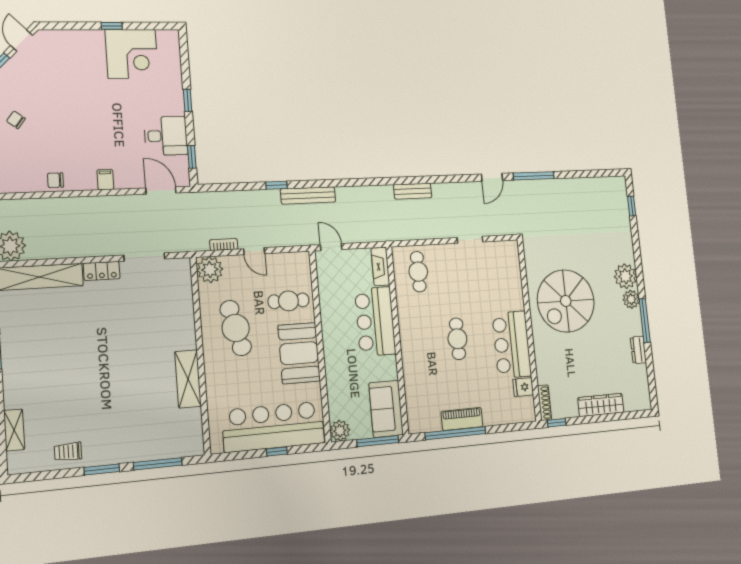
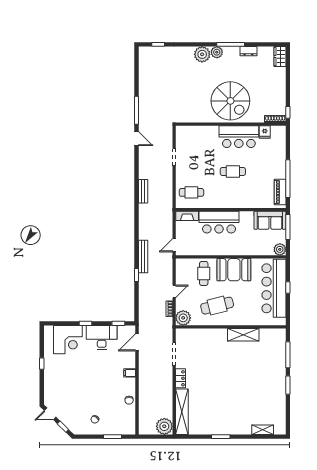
corner desk: (132, 54) -> (68, 340), moved, turned 90
desk: (166, 136) -> (102, 337), width x1.37
spiral stairs: (566, 301) -> (230, 101), moved
wardrobe: (601, 405) -> (280, 57), moved, width x0.67
piano: (462, 419) -> (280, 192), moved
trolley: (68, 452) -> (277, 402), removed

